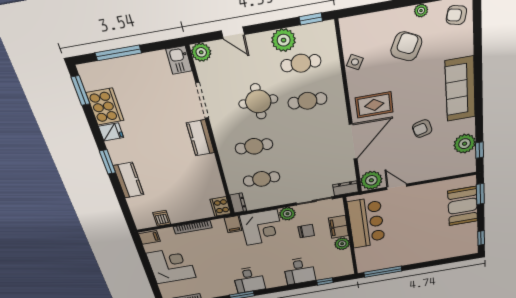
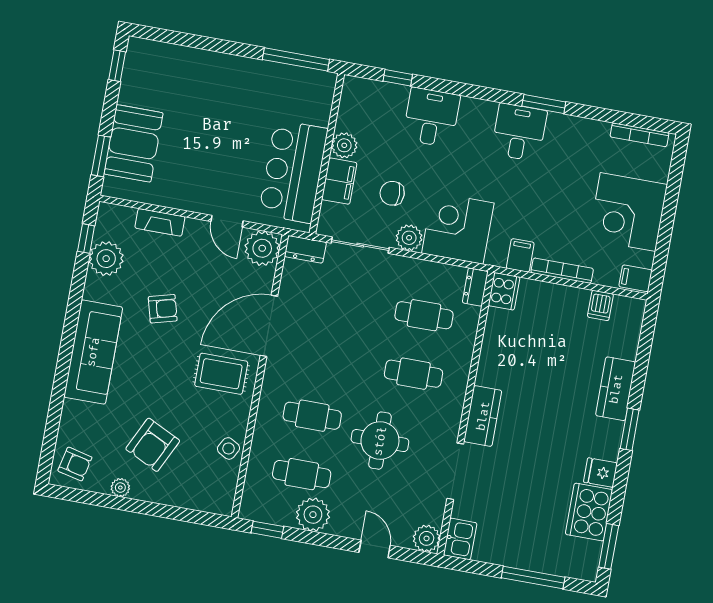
fireplace: (437, 173) -> (160, 222), added
filing cabinet: (233, 224) -> (520, 255), moved

